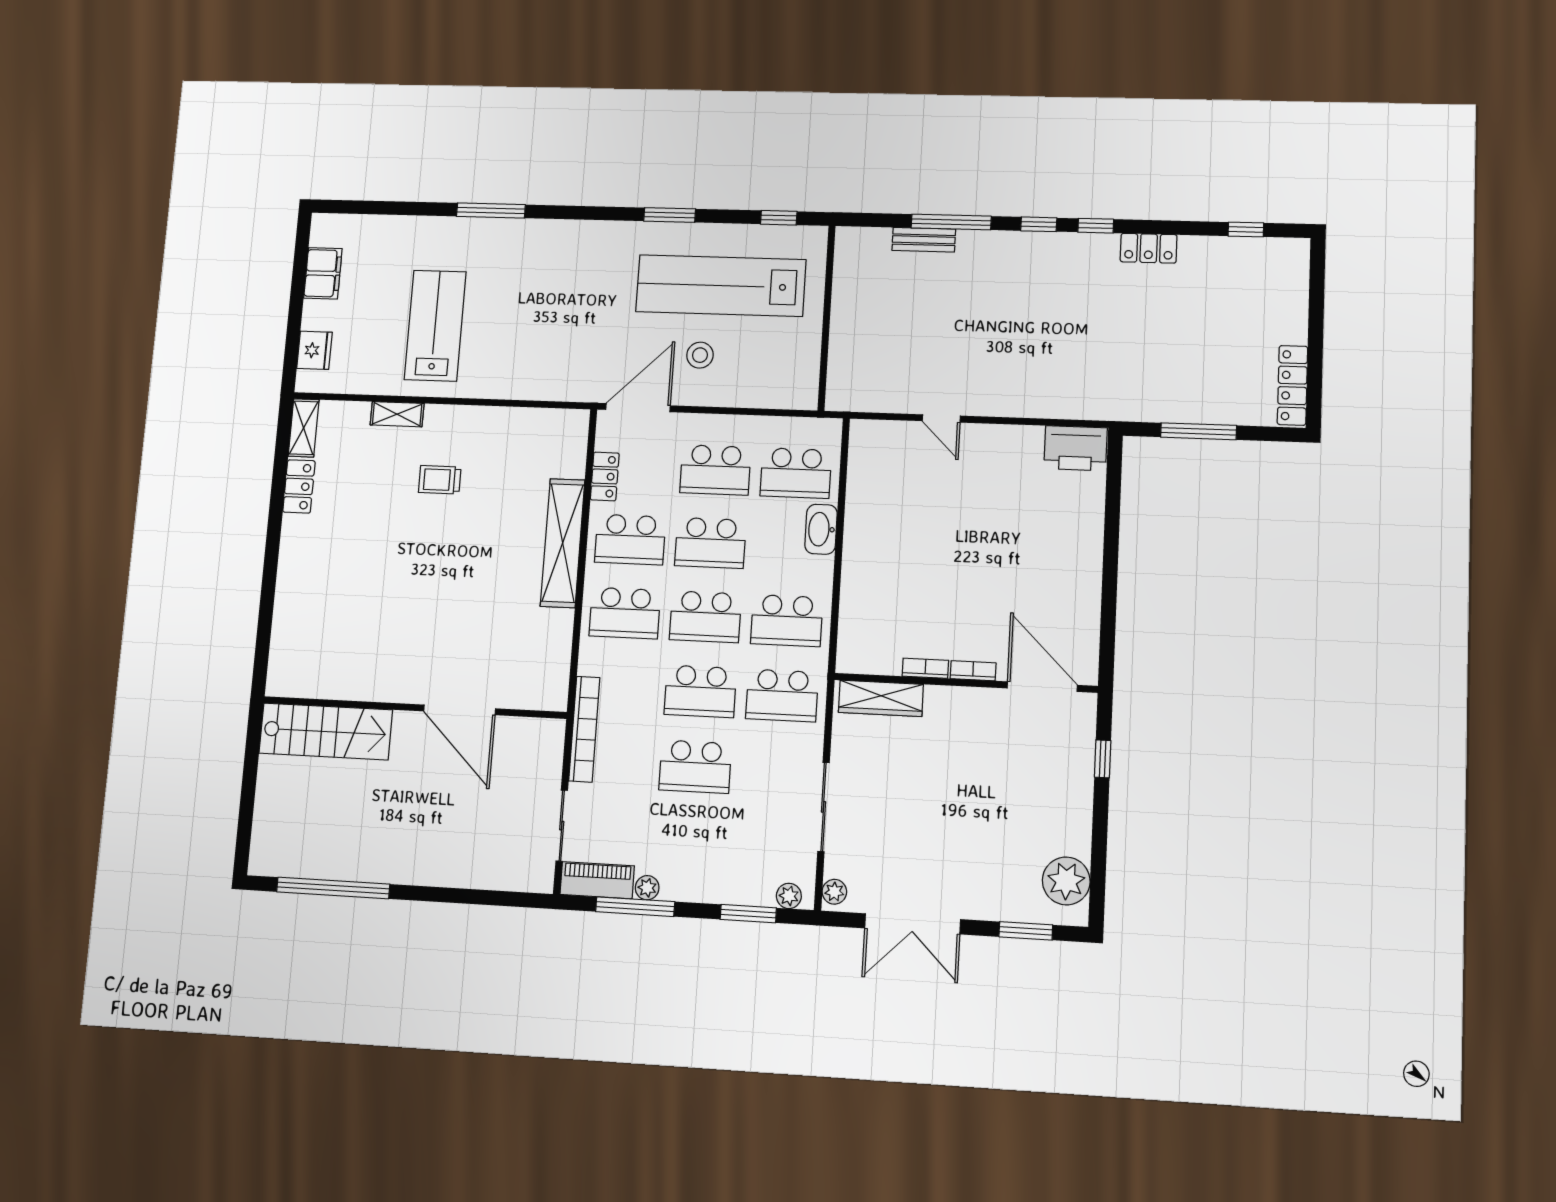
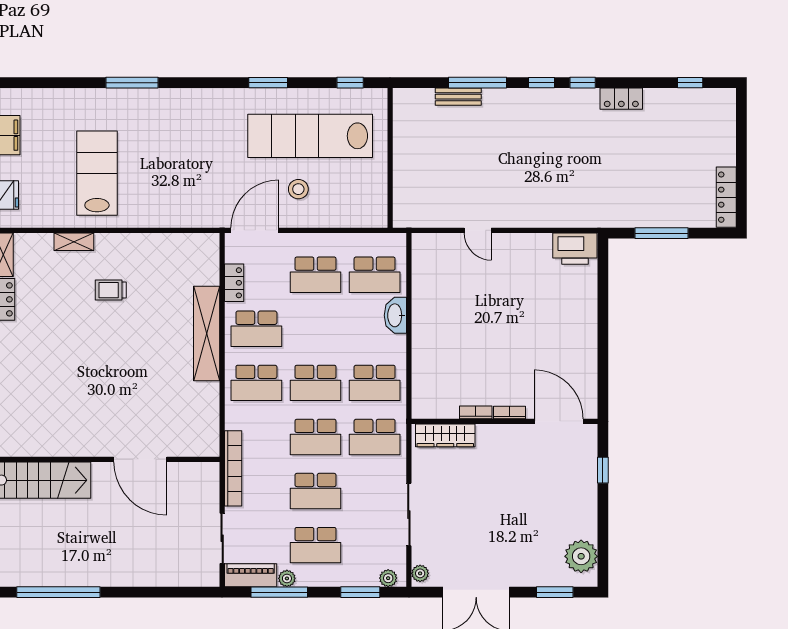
school desk: (710, 543) -> (316, 545), moved

